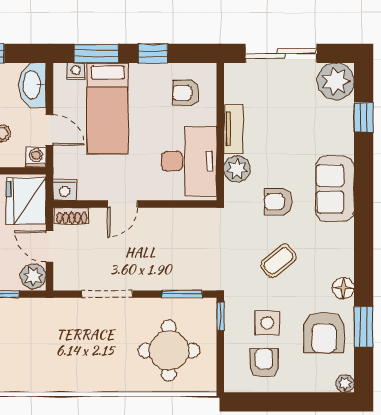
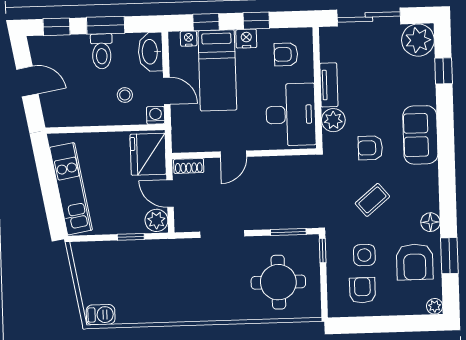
window: (96, 53) -> (206, 22), width x0.67
nightstand: (65, 190) -> (246, 39), moved, turned 180

